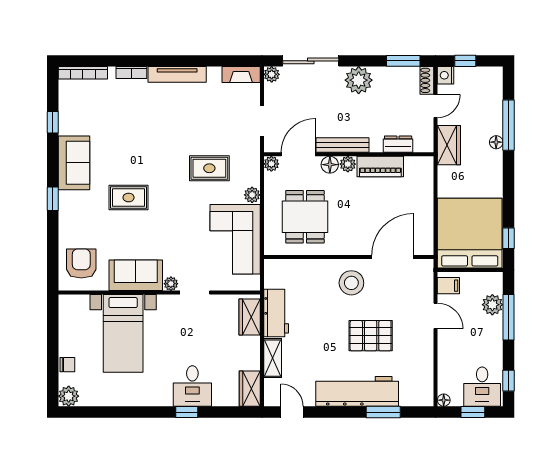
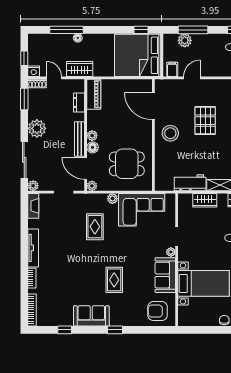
piano: (380, 166) -> (94, 94), moved
wardrobe: (250, 317) -> (205, 200), moved

